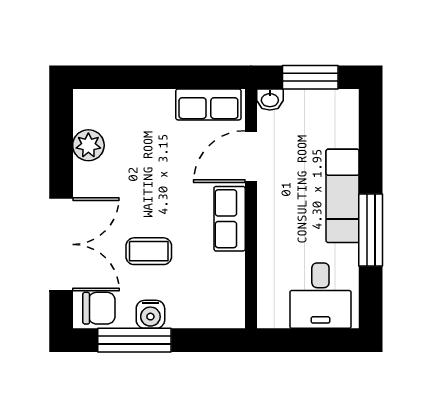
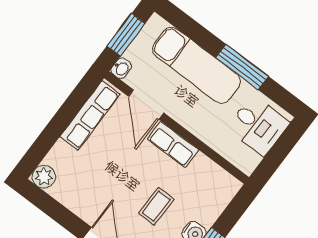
row of seats: (208, 104) -> (90, 115), width x1.48
plant: (88, 145) -> (44, 177), moved
exam couch: (343, 196) -> (196, 65), width x1.36, depth x1.45

